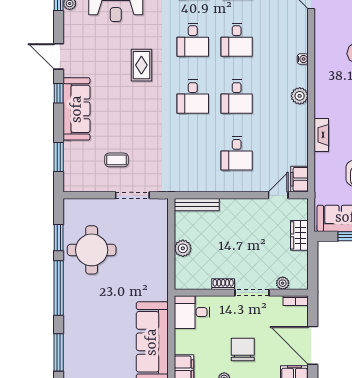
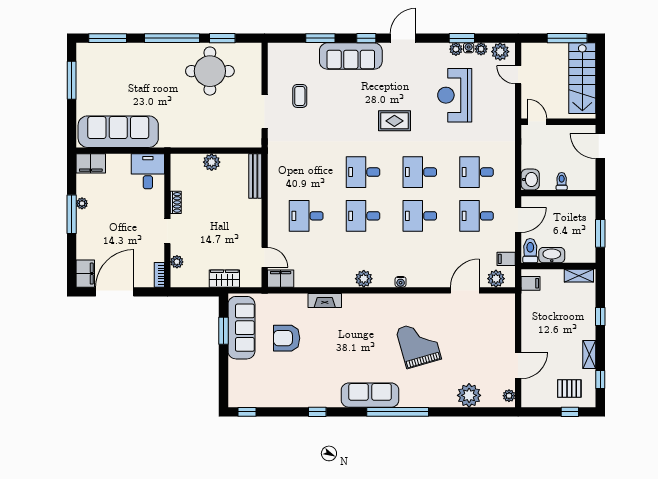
window: (59, 157) -> (320, 38), moved
doorway: (252, 293) -> (167, 231), width x0.73
chair: (243, 349) -> (111, 222), removed

